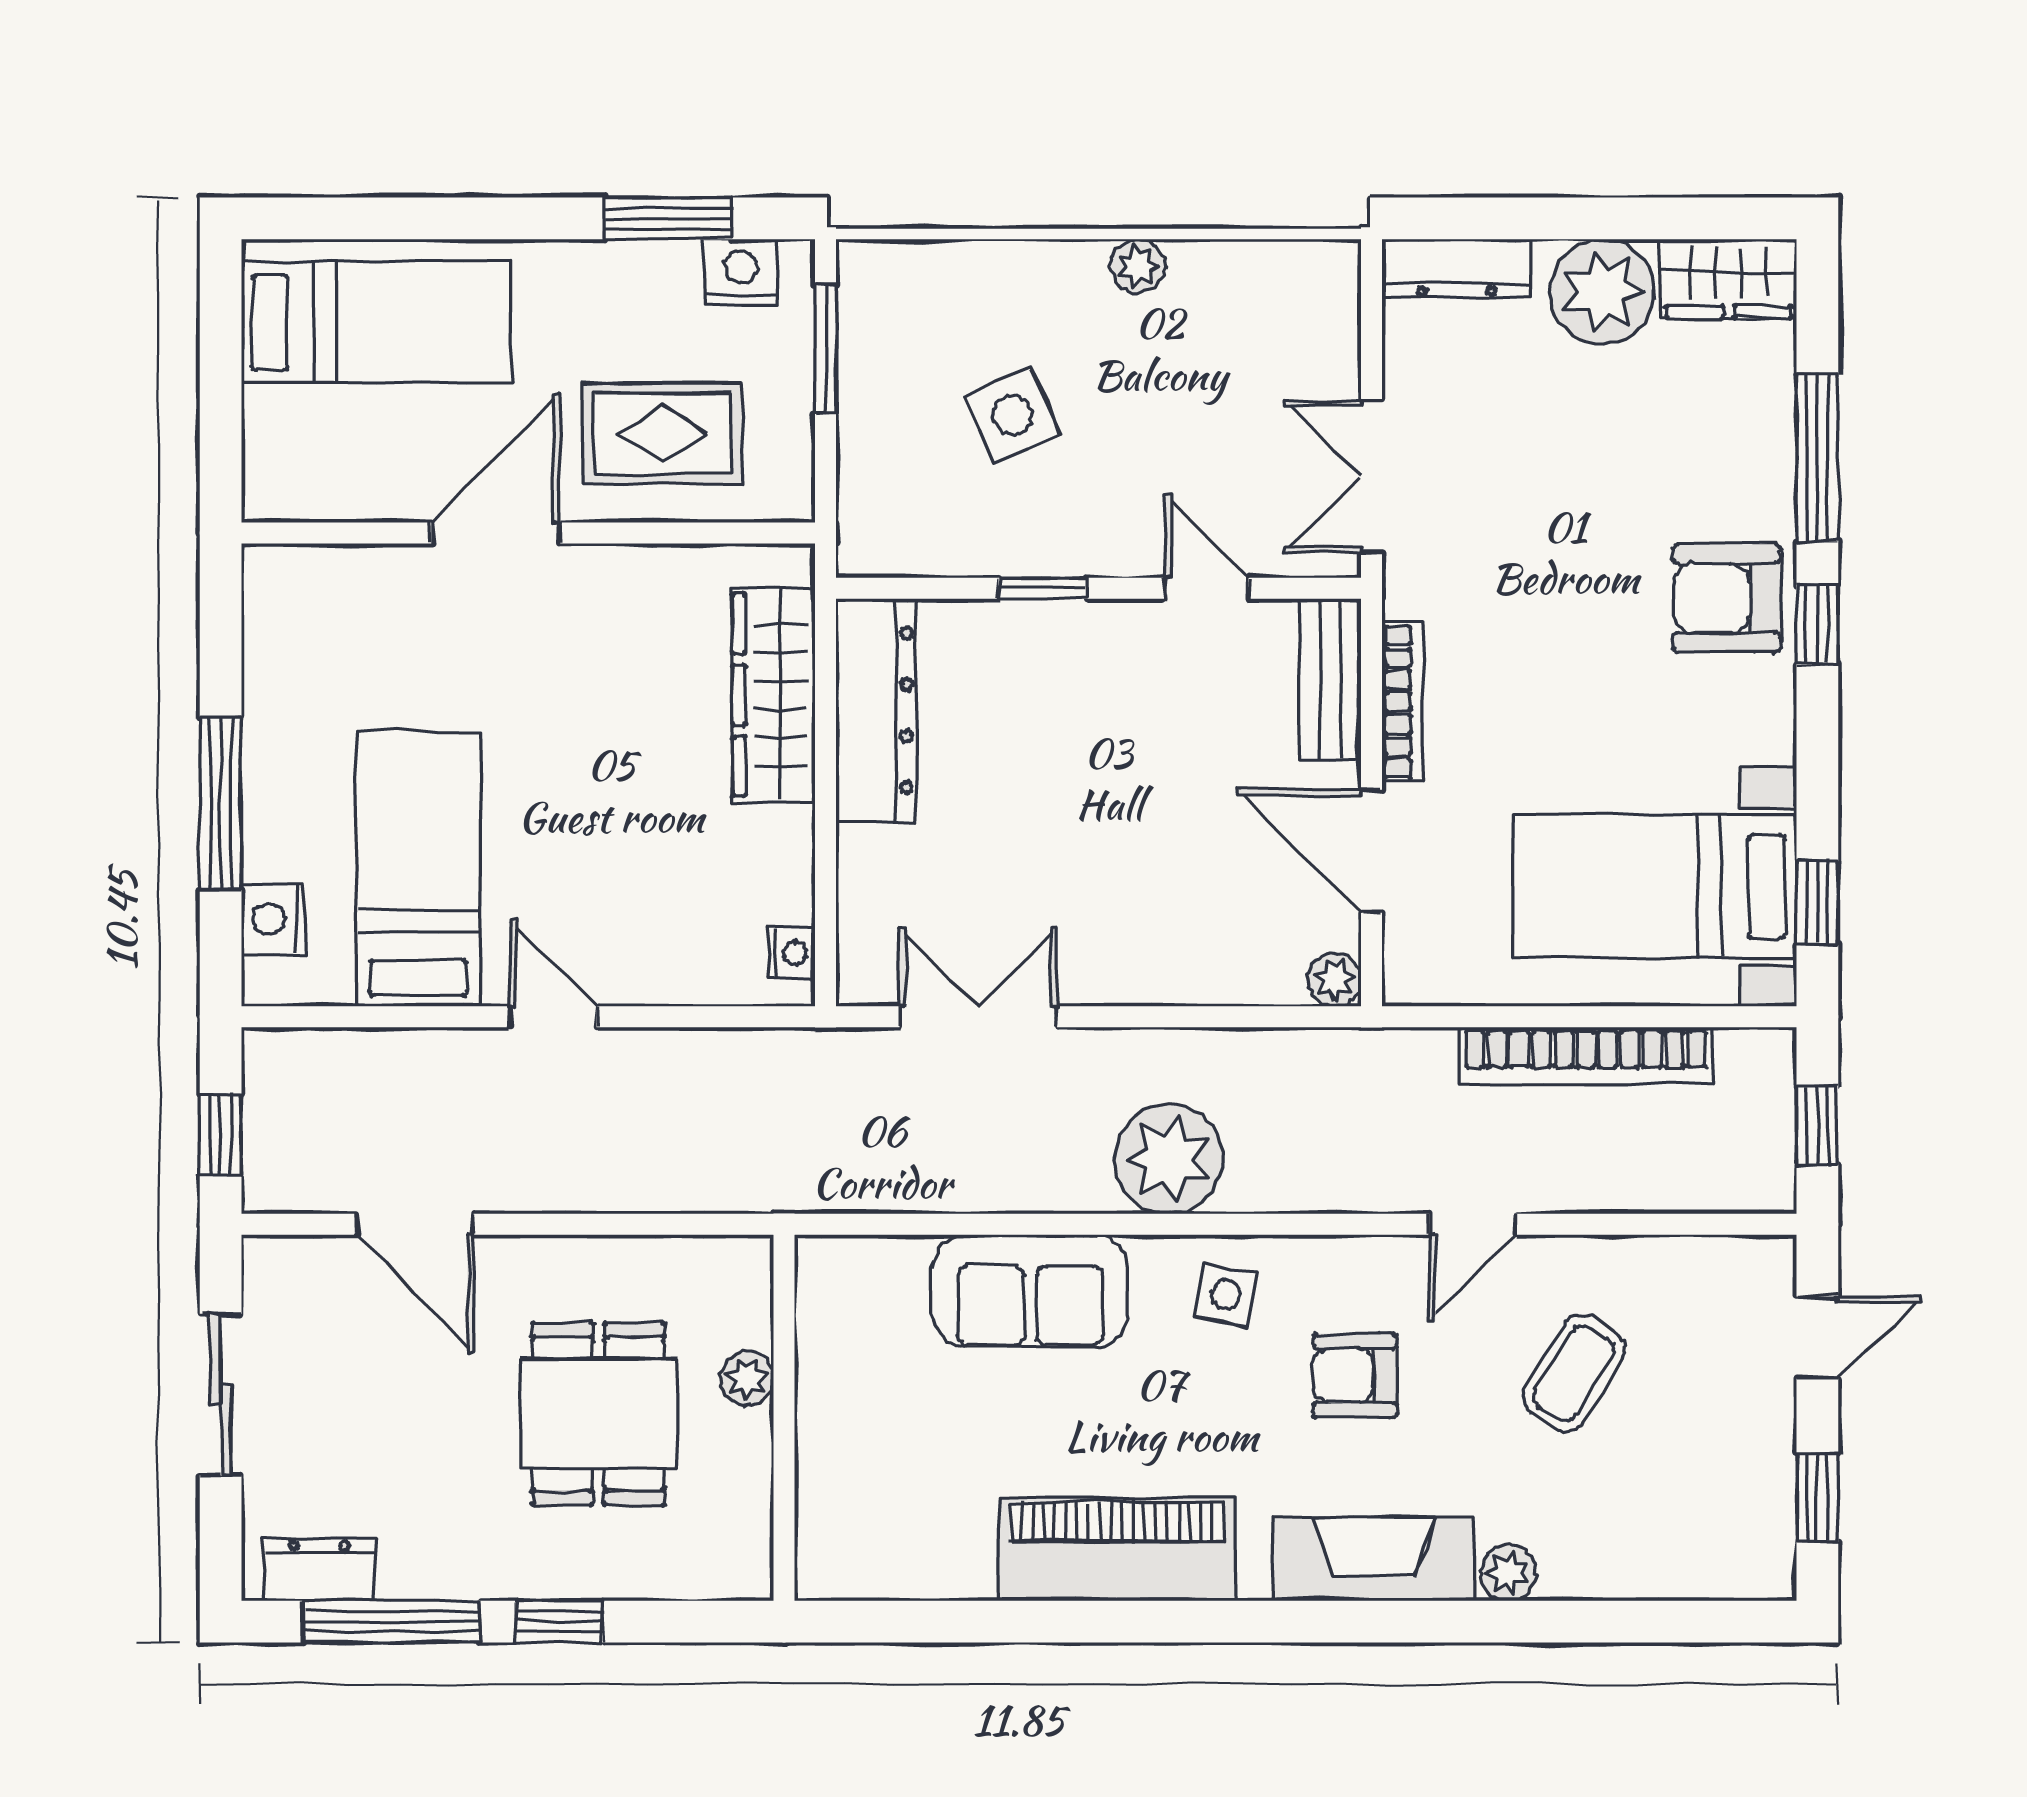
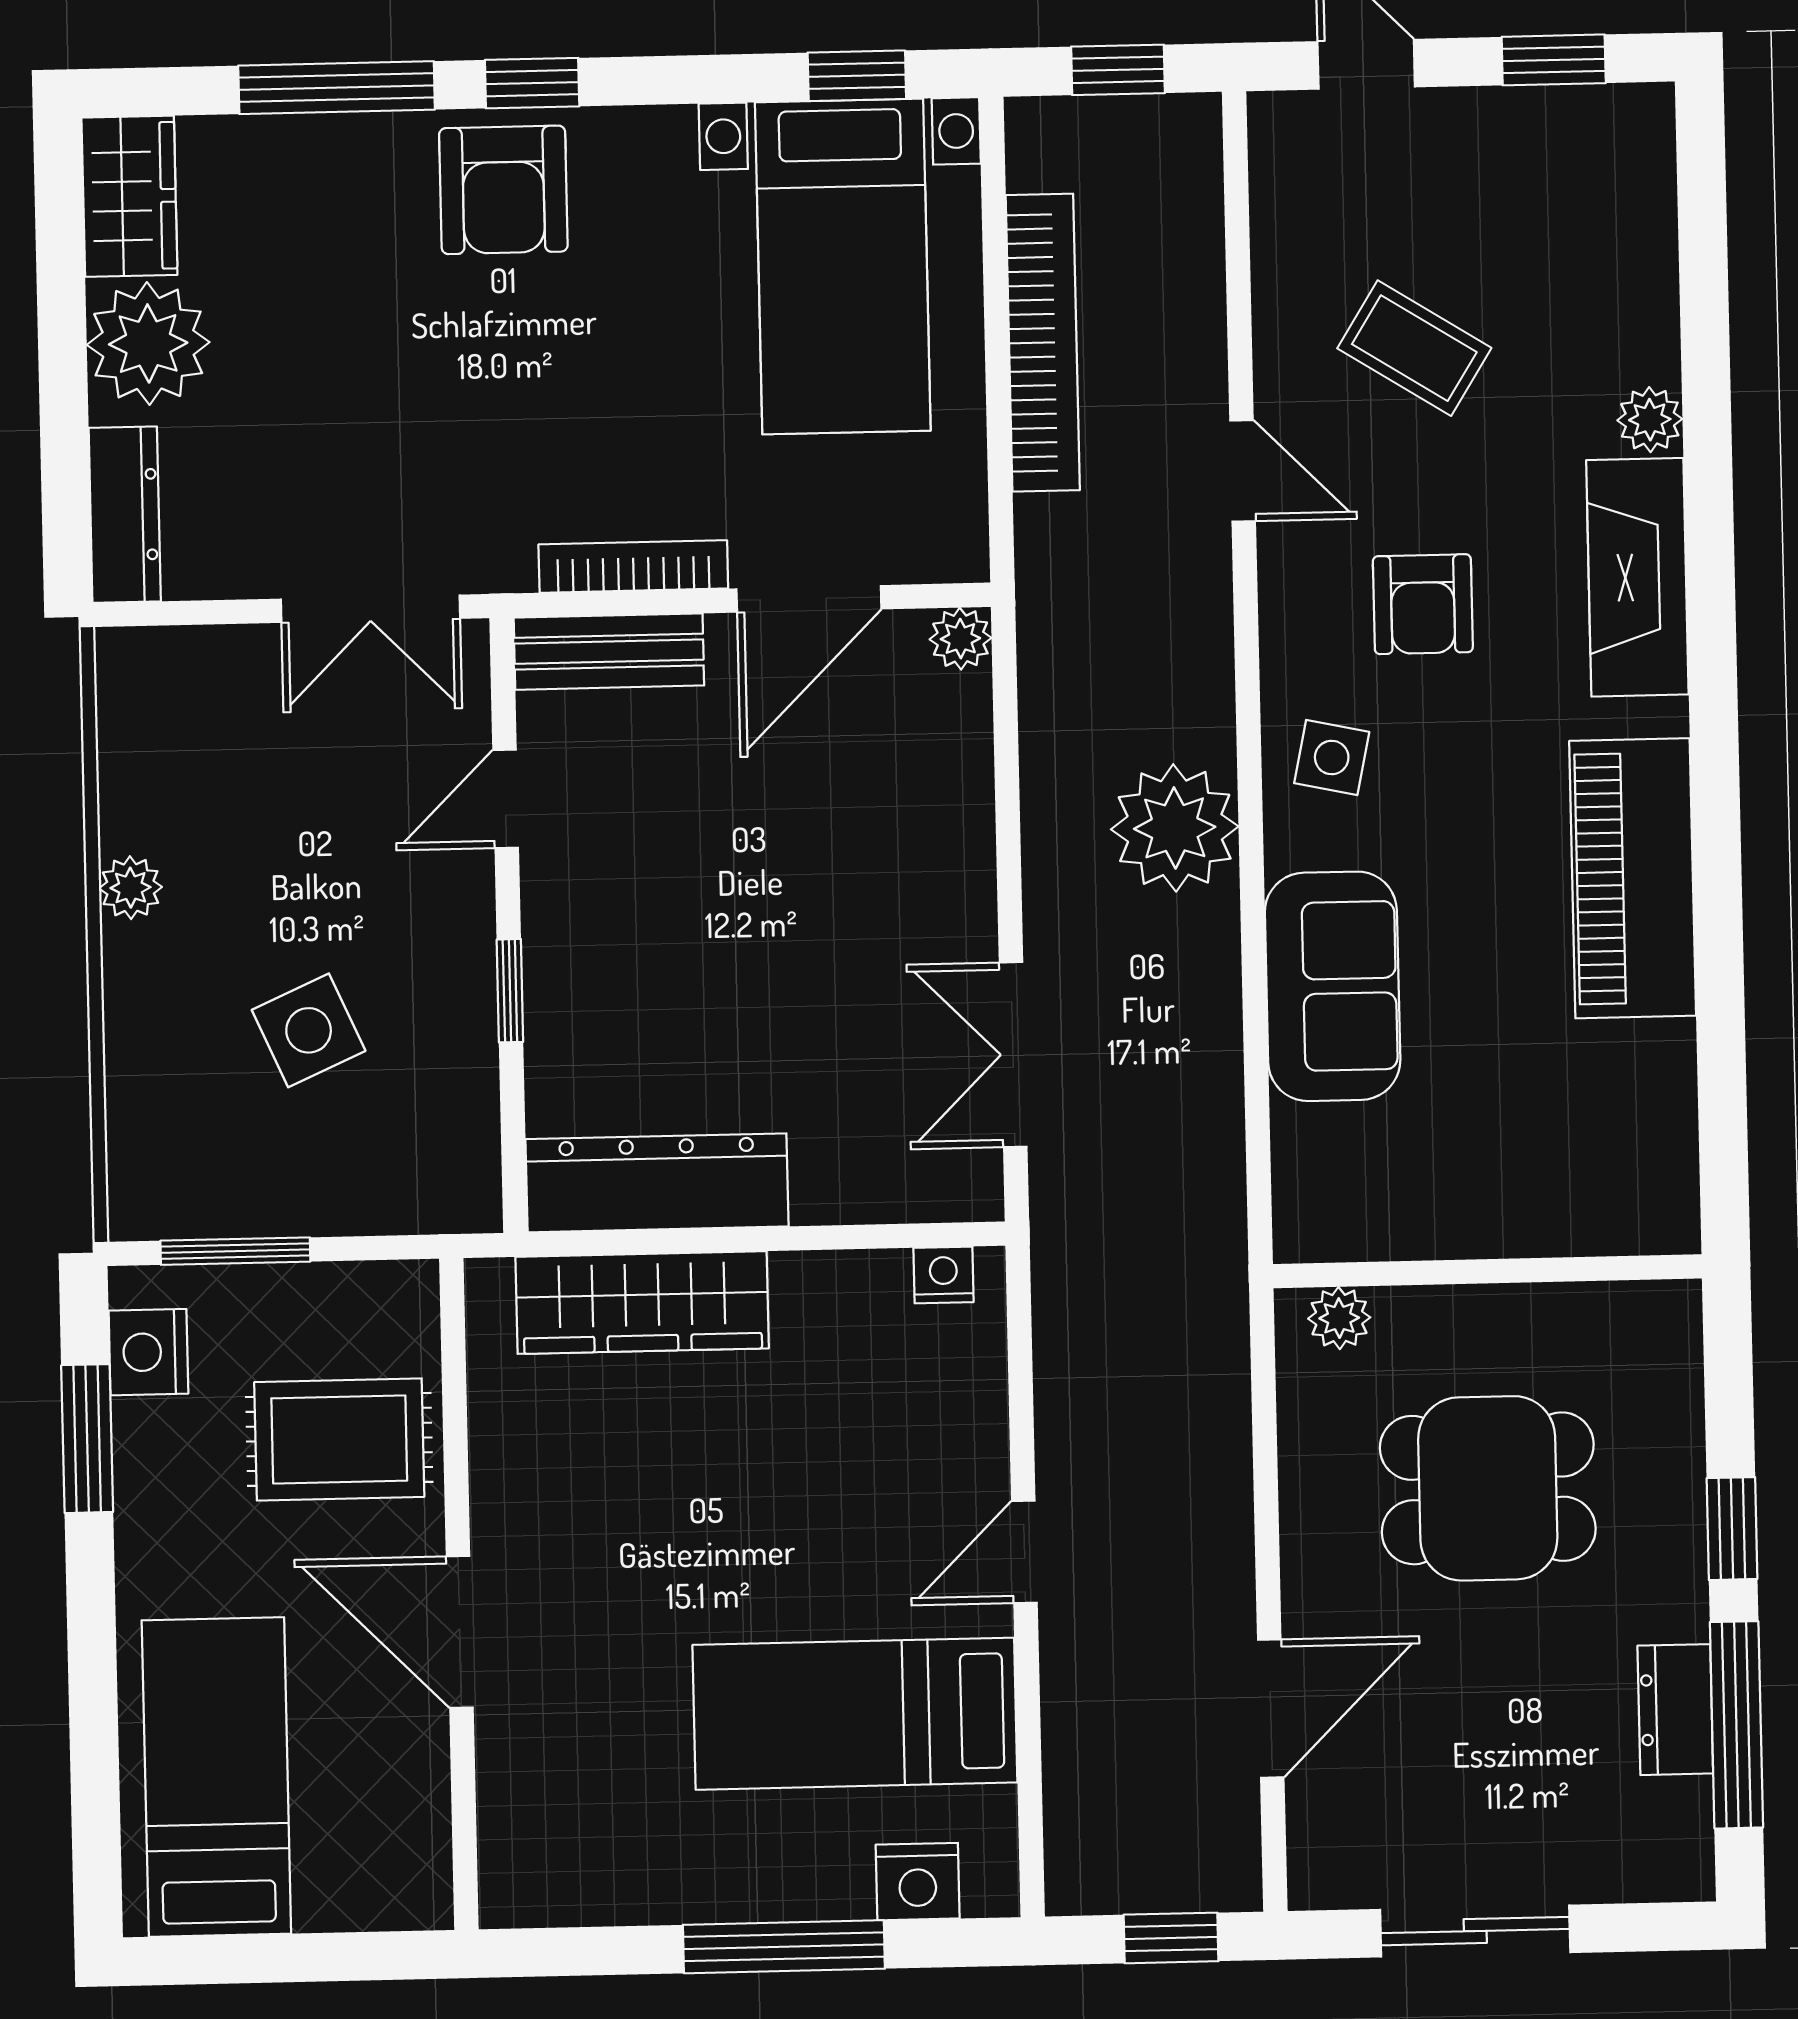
rug: (662, 434) -> (339, 1439), turned 90
plant: (747, 1379) -> (1339, 1318), moved
dresser: (319, 1570) -> (1675, 1710), moved

